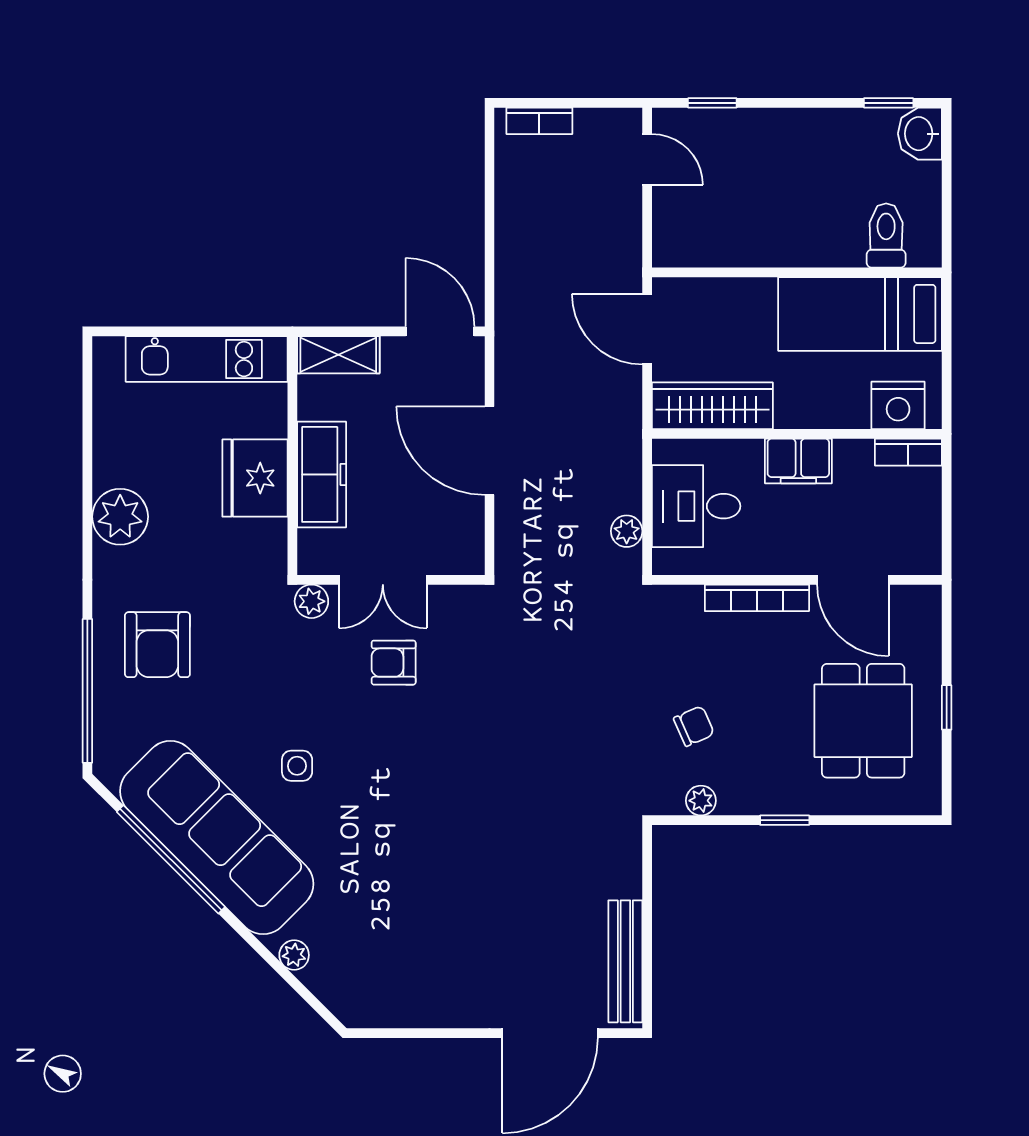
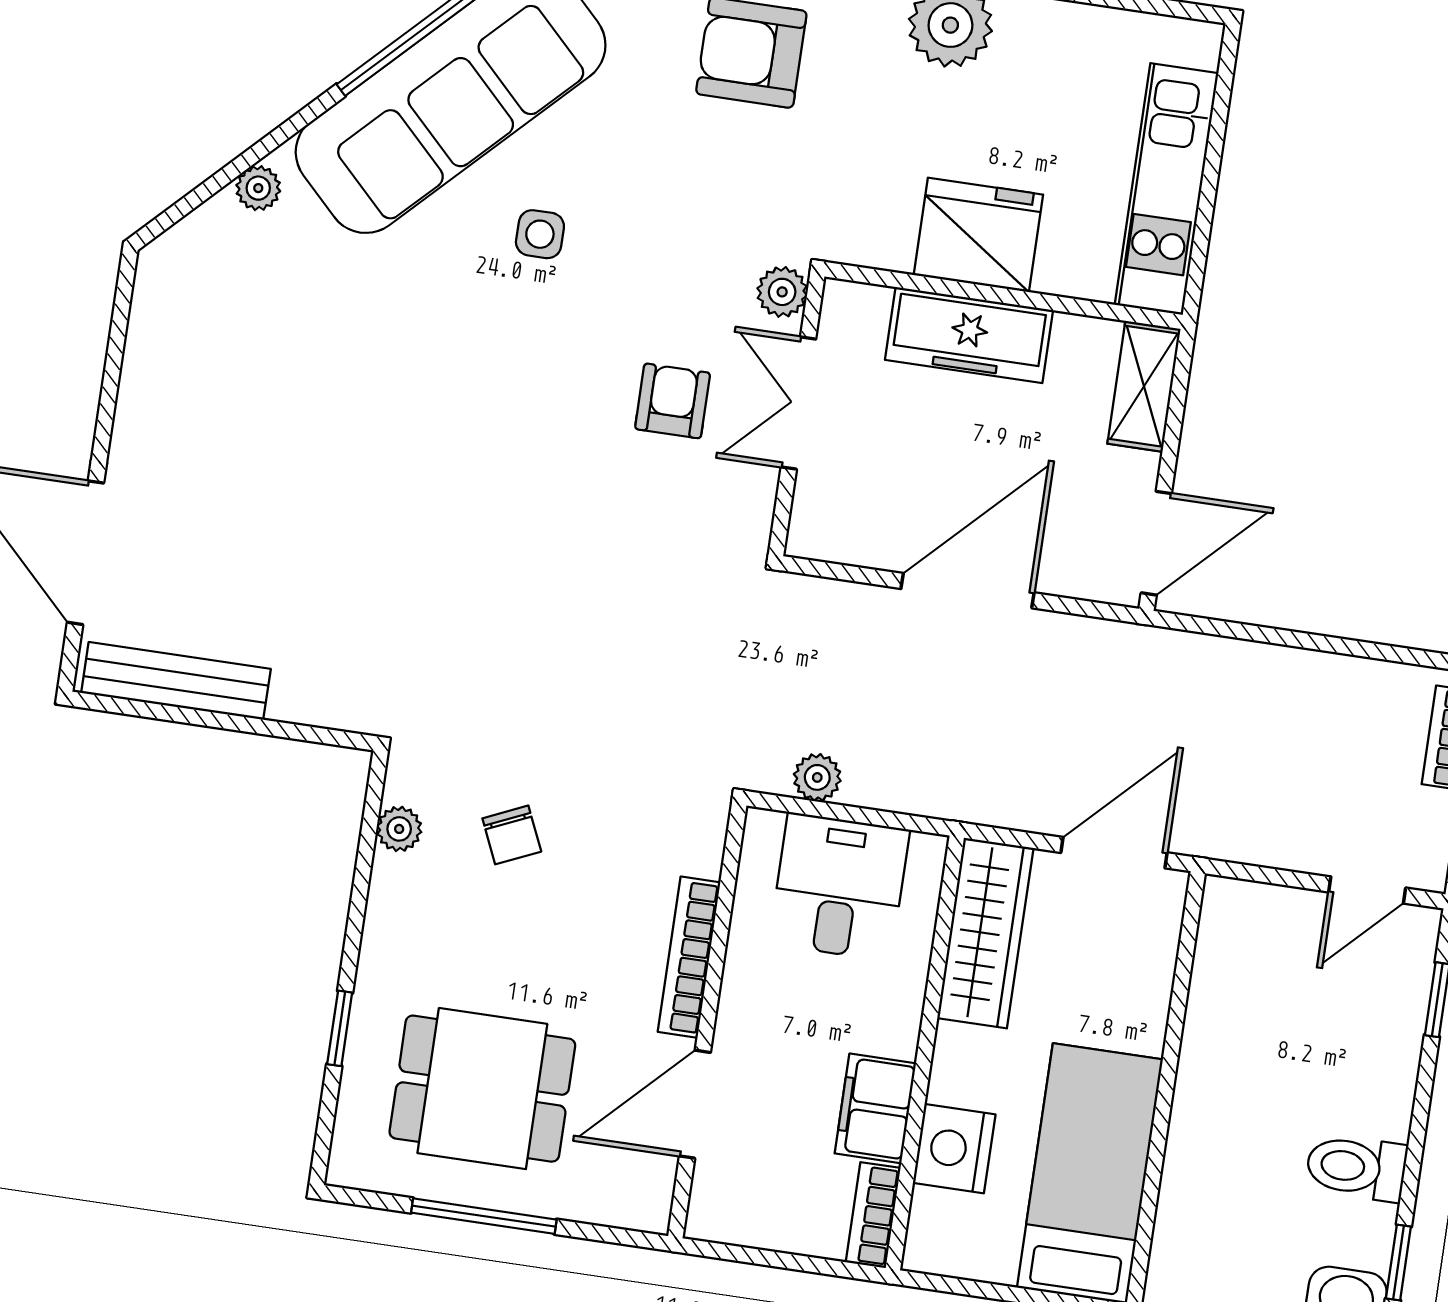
toilet: (886, 235) -> (1356, 1167), moved, turned 180
nightstand: (898, 405) -> (954, 1149), moved
filing cabinet: (798, 461) -> (875, 1108), moved
window: (947, 707) -> (484, 1216), width x2.17
window: (785, 820) -> (340, 1028), moved

